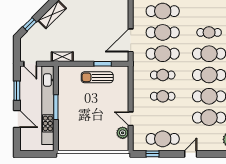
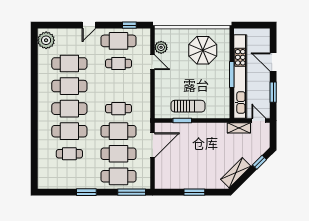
shelving: (62, 57) -> (239, 128), moved
cafe table: (163, 96) -> (119, 63), moved
parasol: (83, 130) -> (203, 50), added

